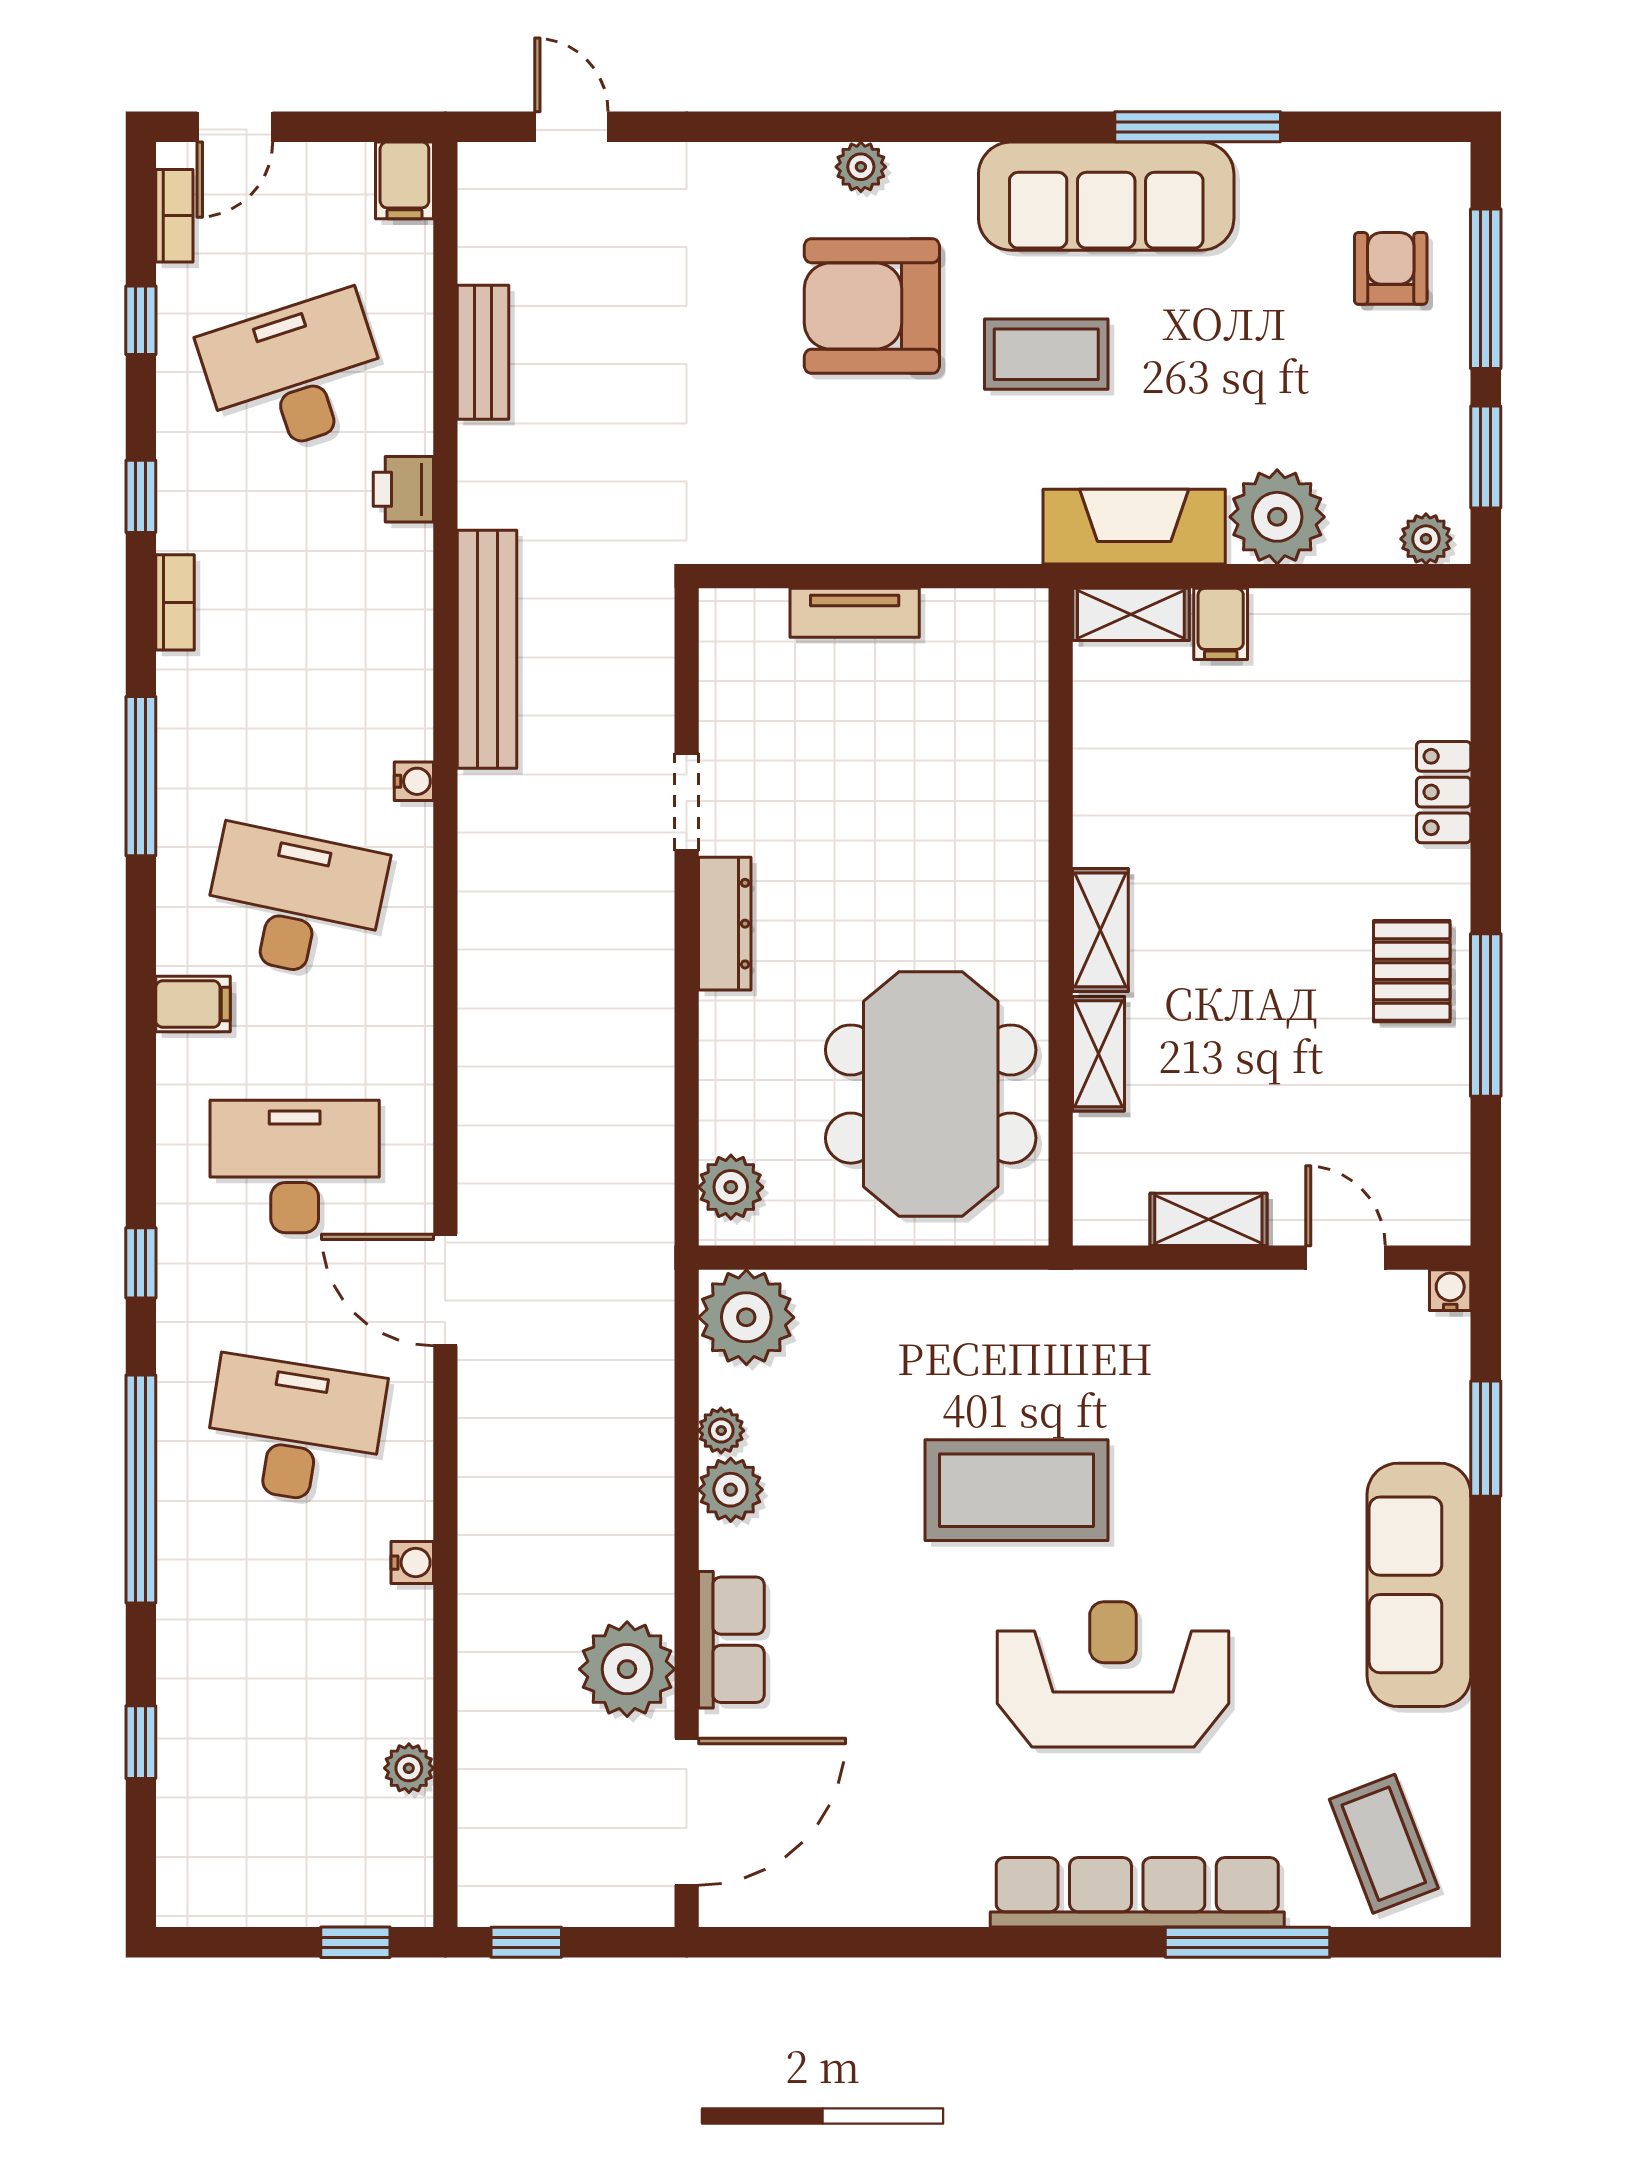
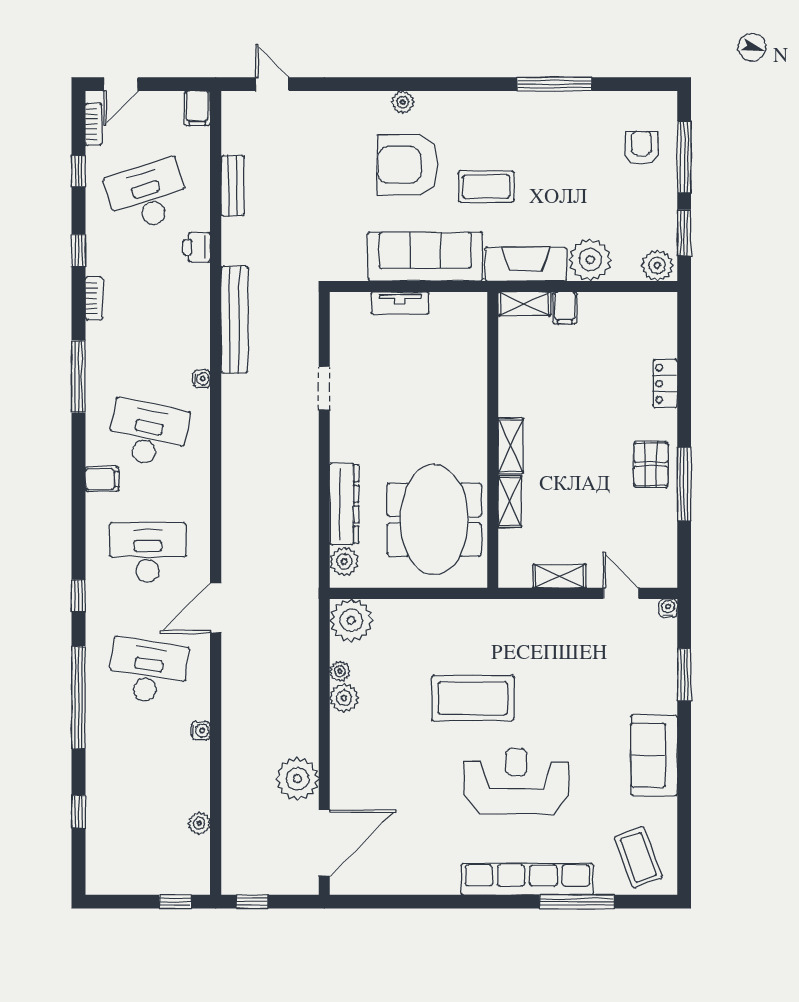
sofa: (1106, 196) -> (425, 257), moved, turned 180
plant: (1426, 539) -> (657, 265), width x1.38, depth x1.38
dresser: (725, 924) -> (344, 504), moved, width x1.37, depth x1.24
door: (445, 1290) -> (216, 608), hinge flipped
sofa: (1419, 1585) -> (654, 755), width x0.73
row of seats: (731, 1640) -> (344, 765), removed

